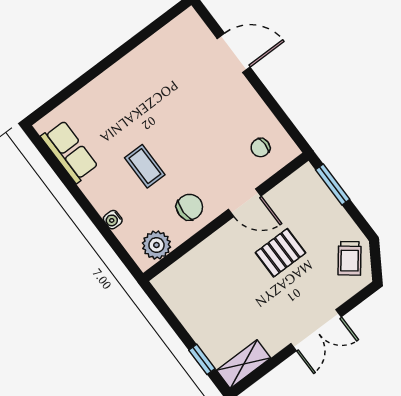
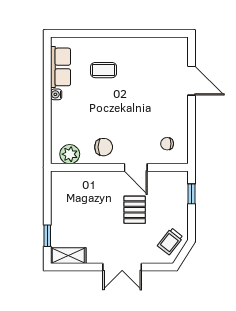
coffee table: (145, 166) -> (104, 70), moved, turned 90
window: (333, 184) -> (192, 194), width x0.67
water cooler: (113, 220) -> (56, 94), moved
pallet: (281, 253) -> (135, 210), turned 90

